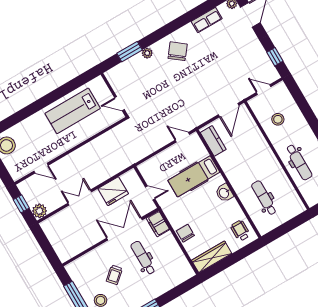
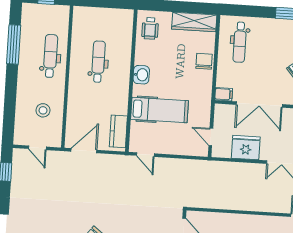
door: (150, 193) -> (211, 137), moved
dental chair: (264, 198) -> (98, 62), moved, turned 180
filing cabinet: (158, 224) -> (224, 94), width x0.50
chair: (185, 233) -> (204, 61), turned 180
dental chair: (143, 258) -> (240, 42), moved

